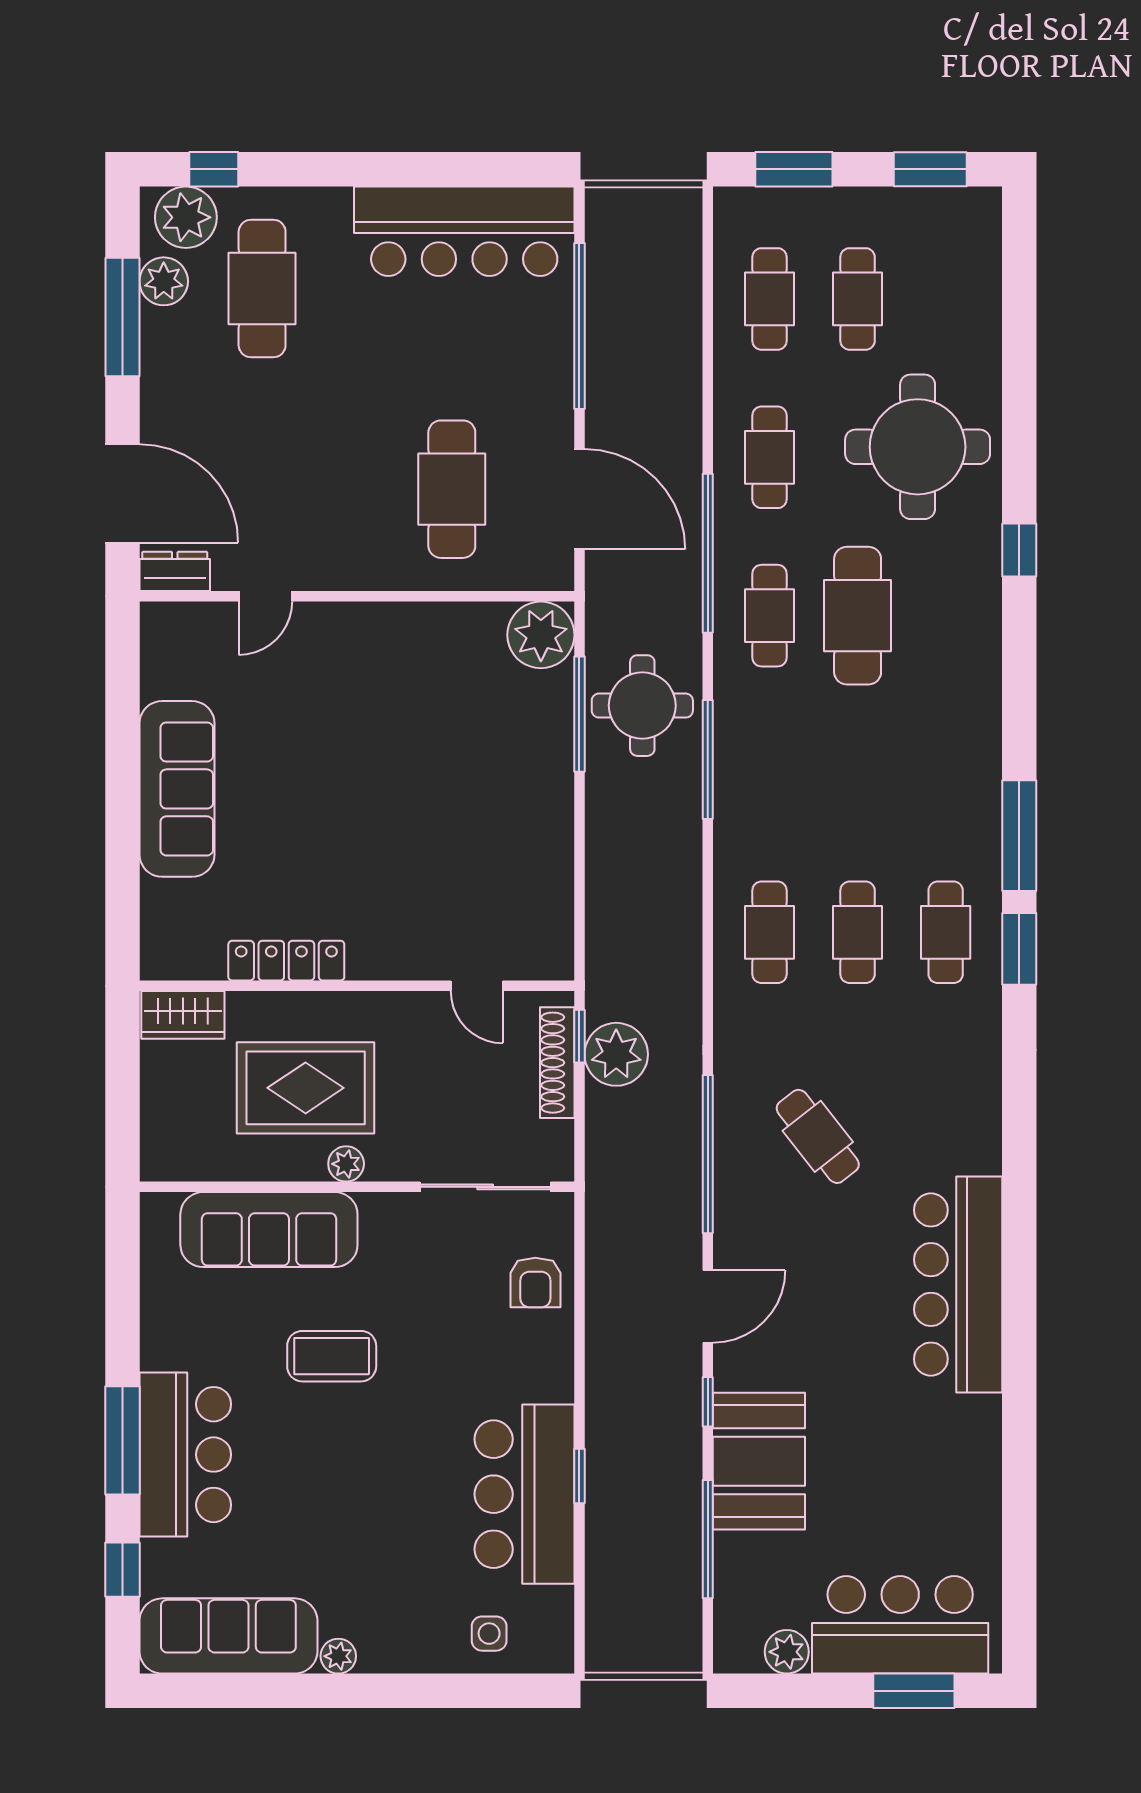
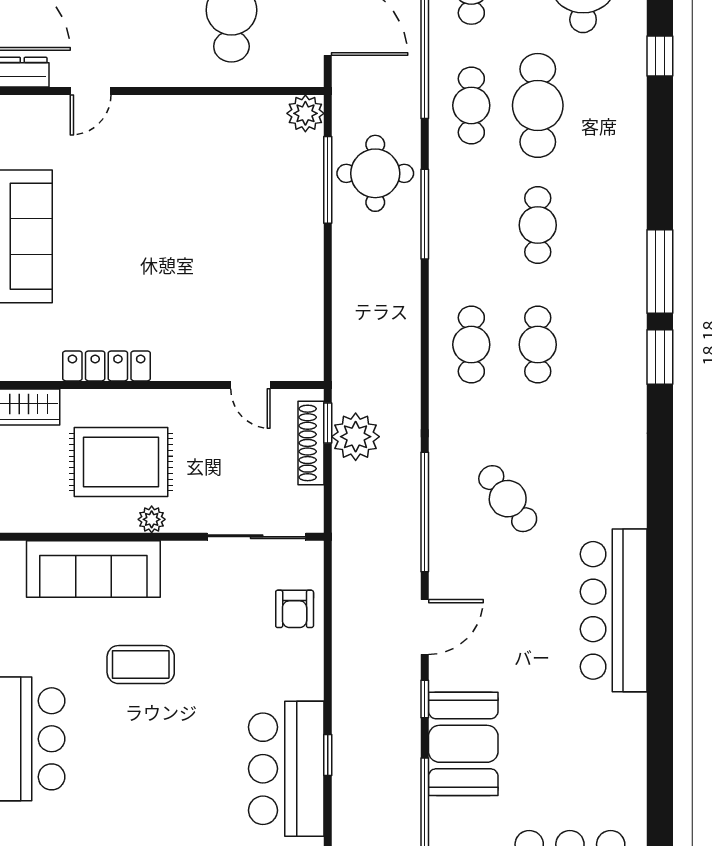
plant: (541, 635) -> (305, 113), width x0.73, depth x0.73
cafe table: (946, 932) -> (538, 225), moved

